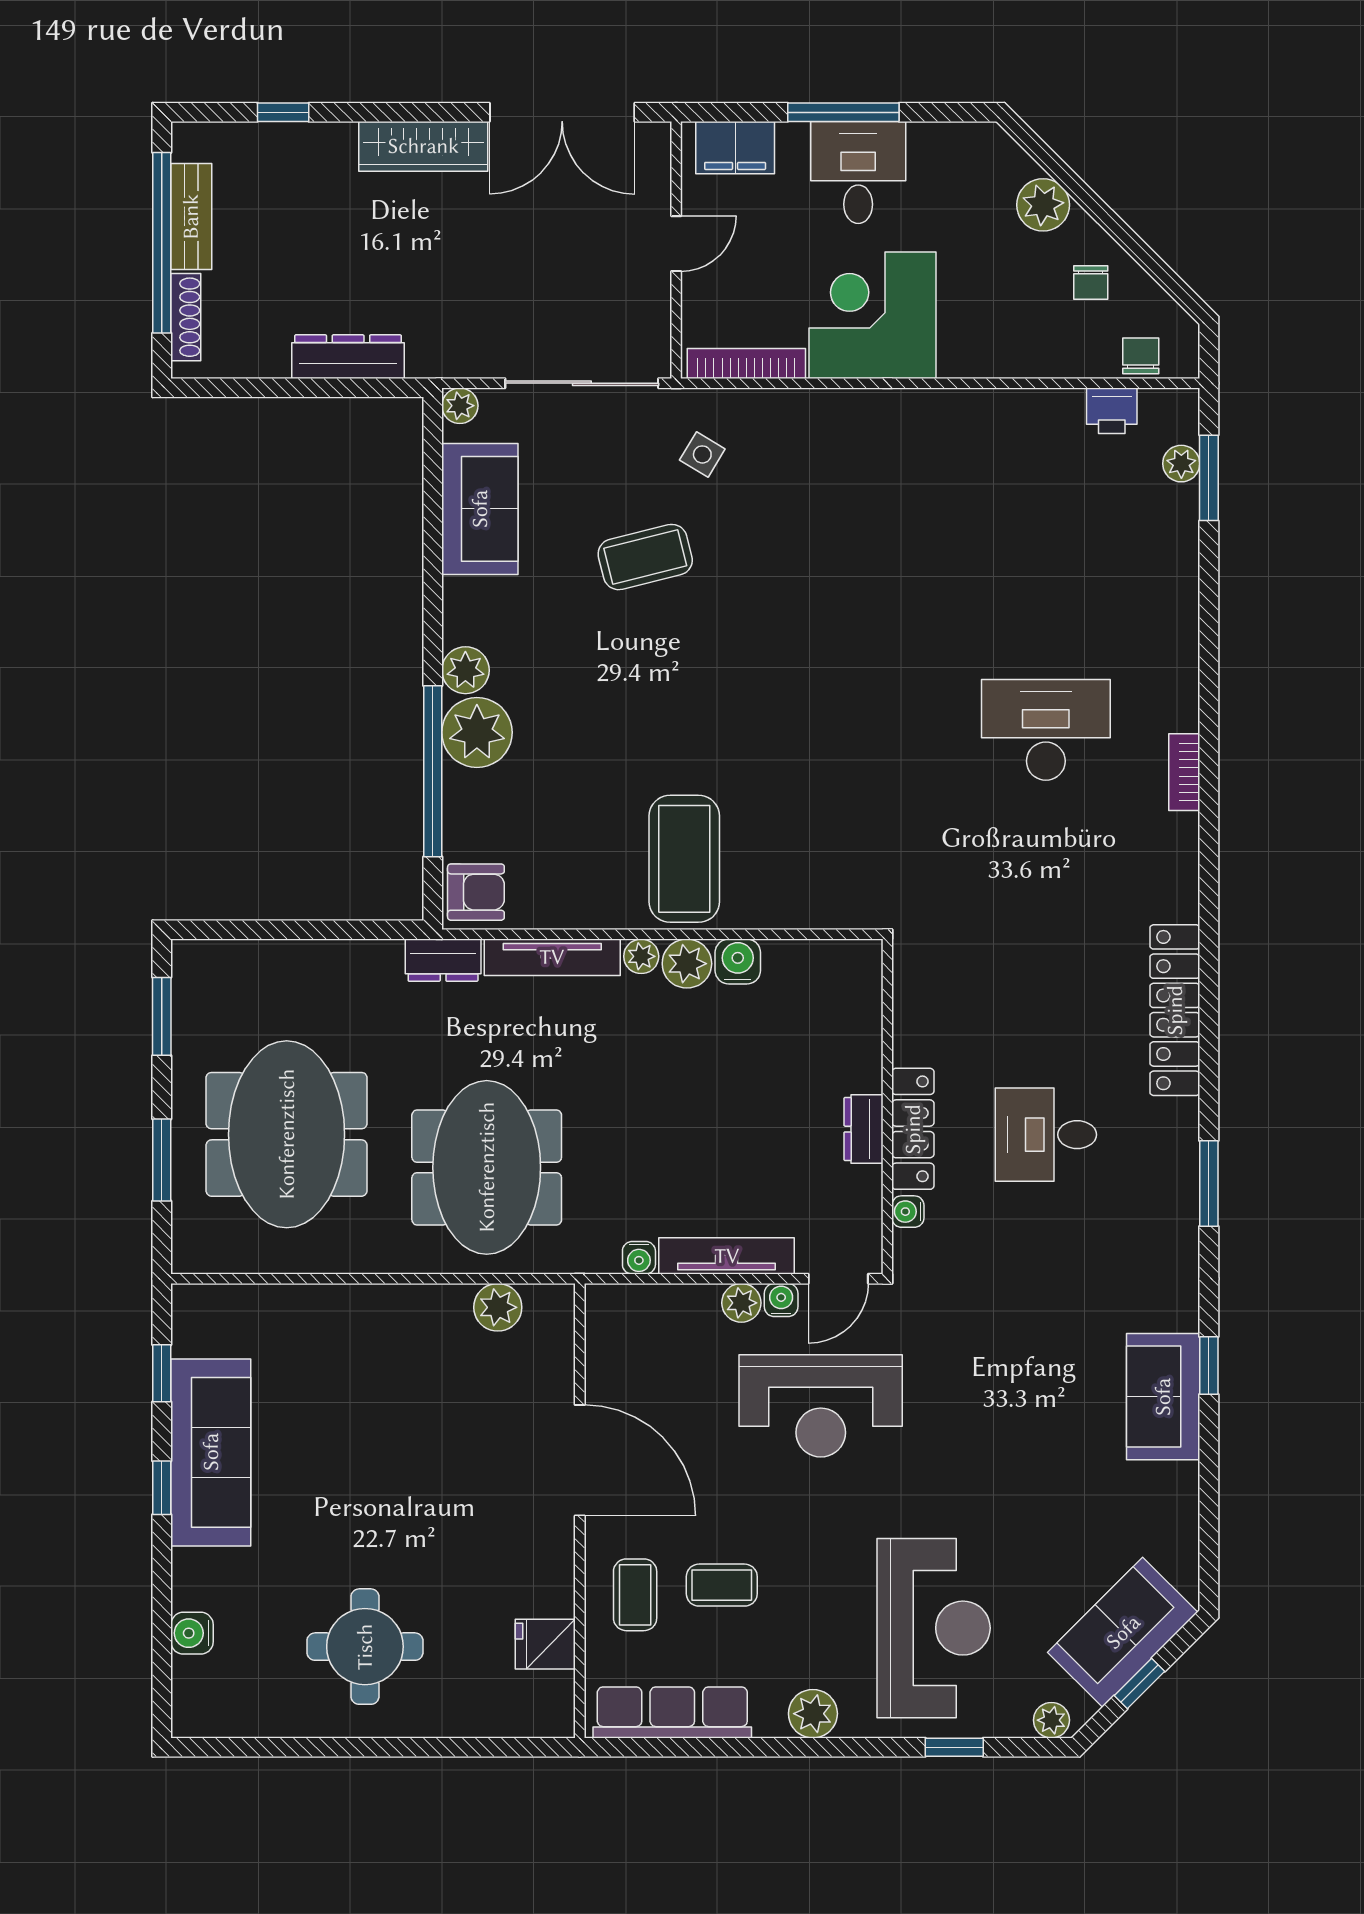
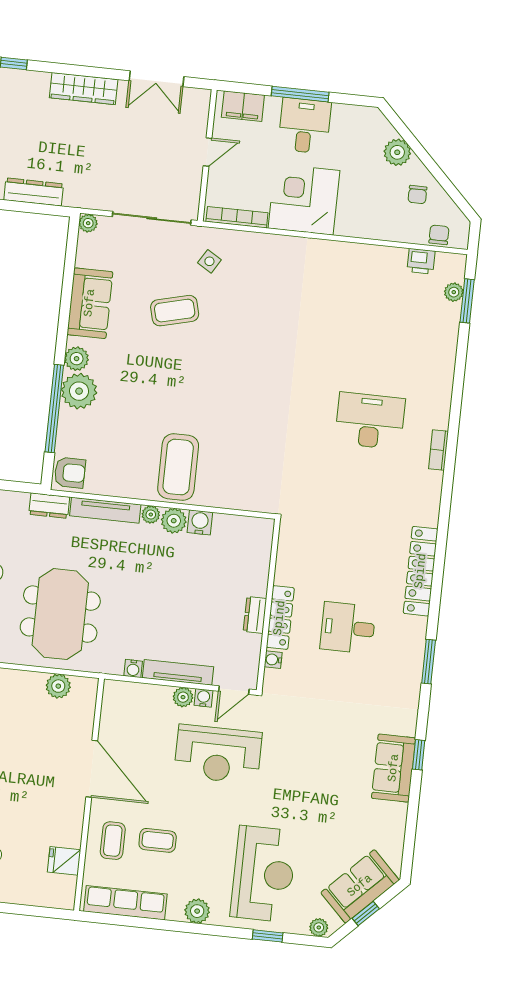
double door: (562, 112) -> (156, 79), width x0.73
sofa: (480, 509) -> (90, 303), moved

